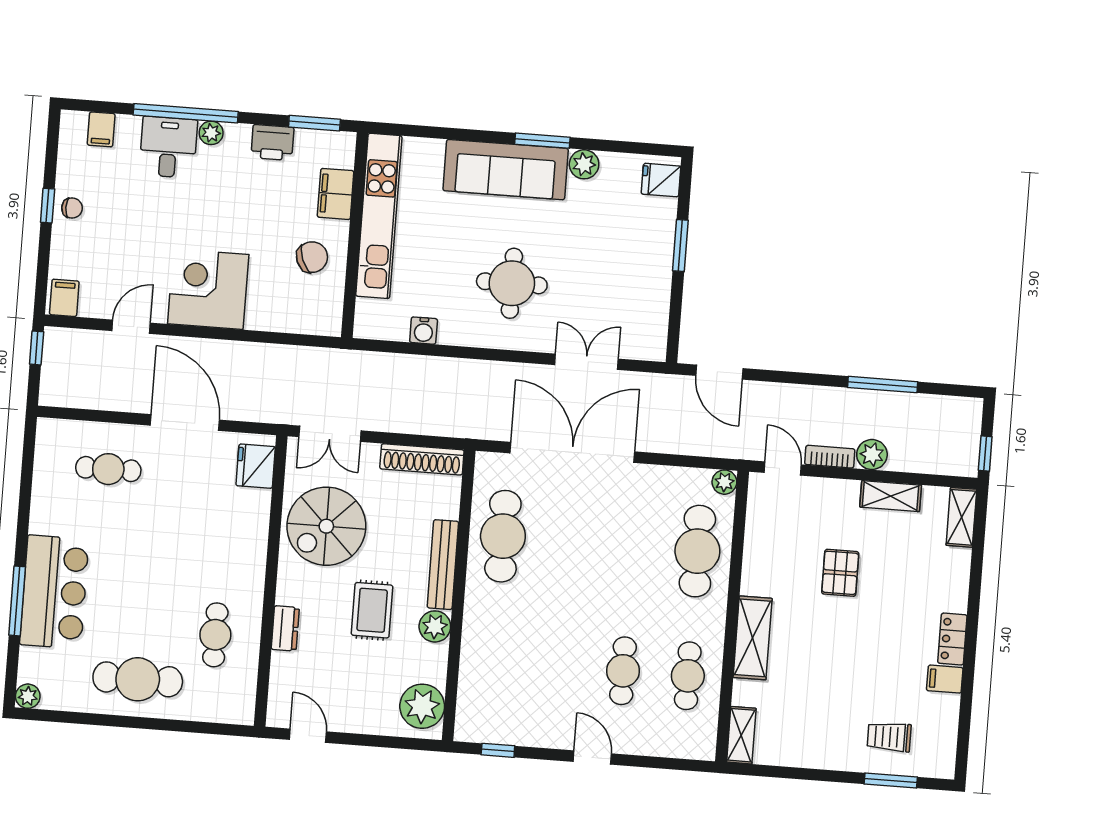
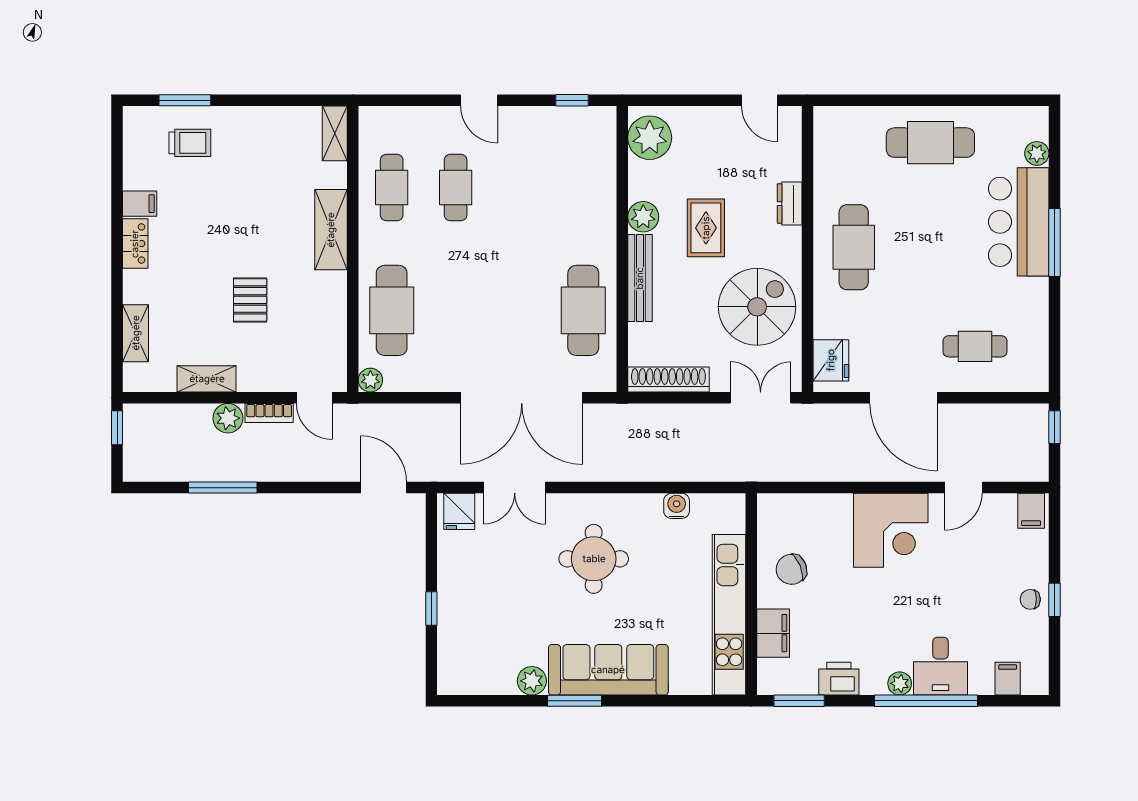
fridge: (661, 180) -> (459, 511), moved, turned 90
window: (680, 245) -> (431, 609), width x0.67
window: (37, 348) -> (1054, 427), moved
shelving: (961, 517) -> (136, 333), moved
window: (17, 601) -> (1054, 242), moved
cafe table: (215, 635) -> (854, 247), moved, width x1.37, depth x1.35
plant: (28, 696) -> (1037, 153), moved

